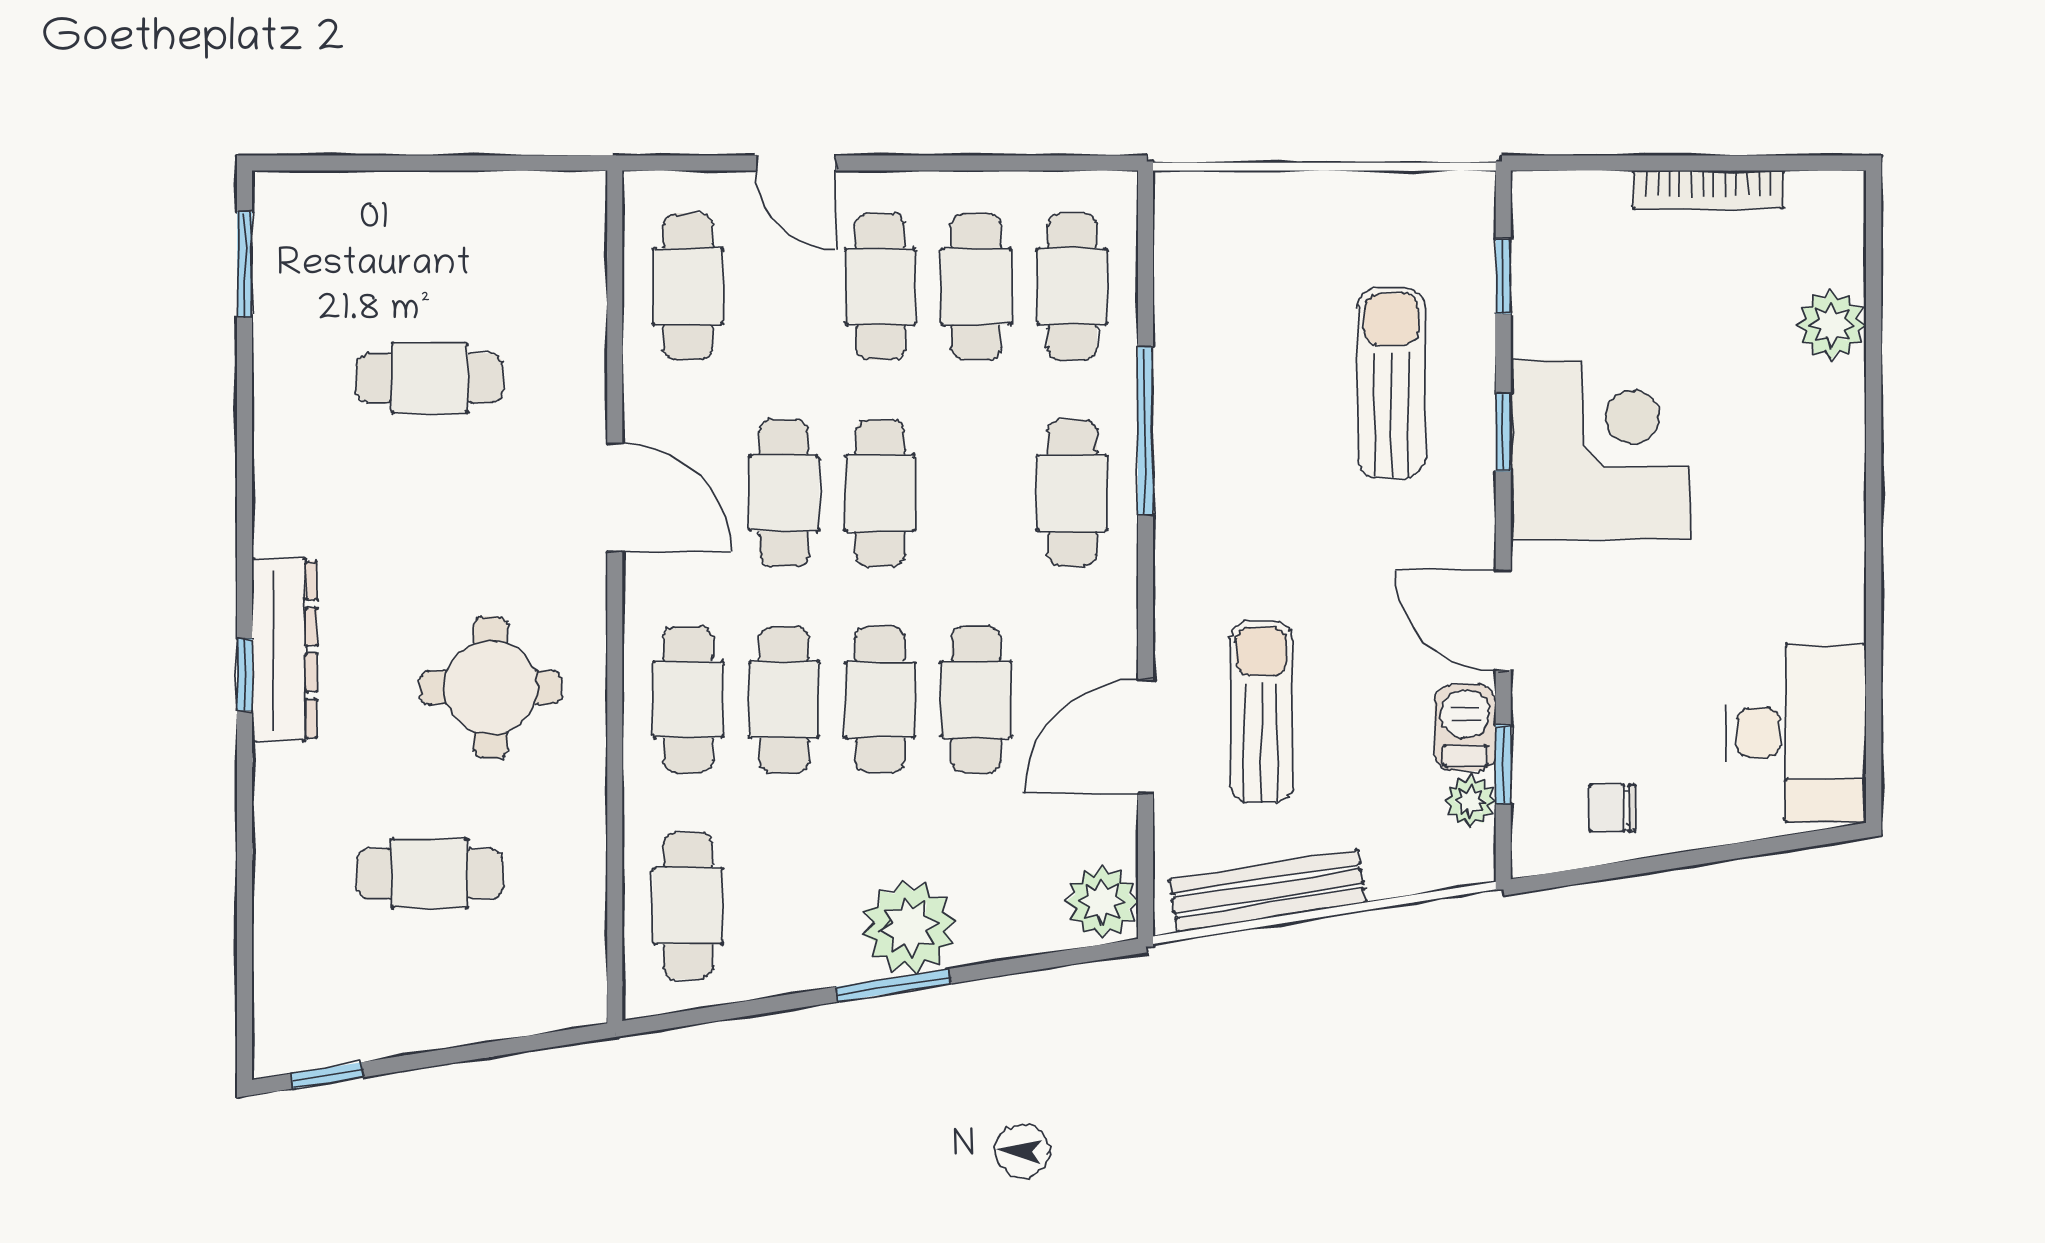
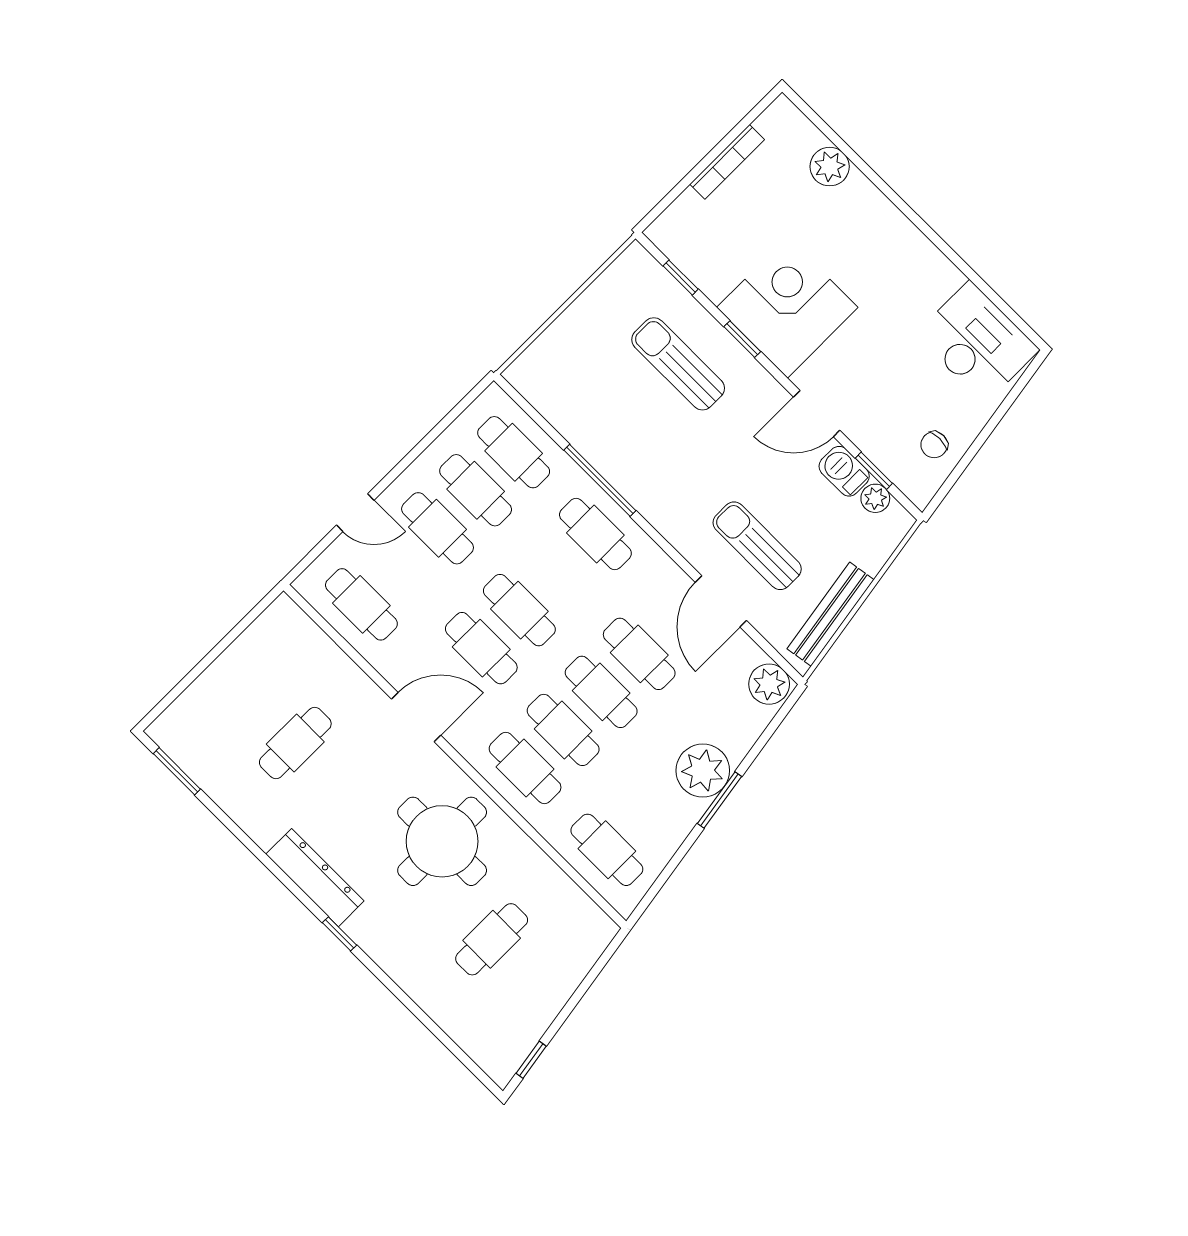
dresser: (285, 650) -> (315, 878), moved
round table: (491, 687) -> (442, 841), width x1.36, depth x1.36

